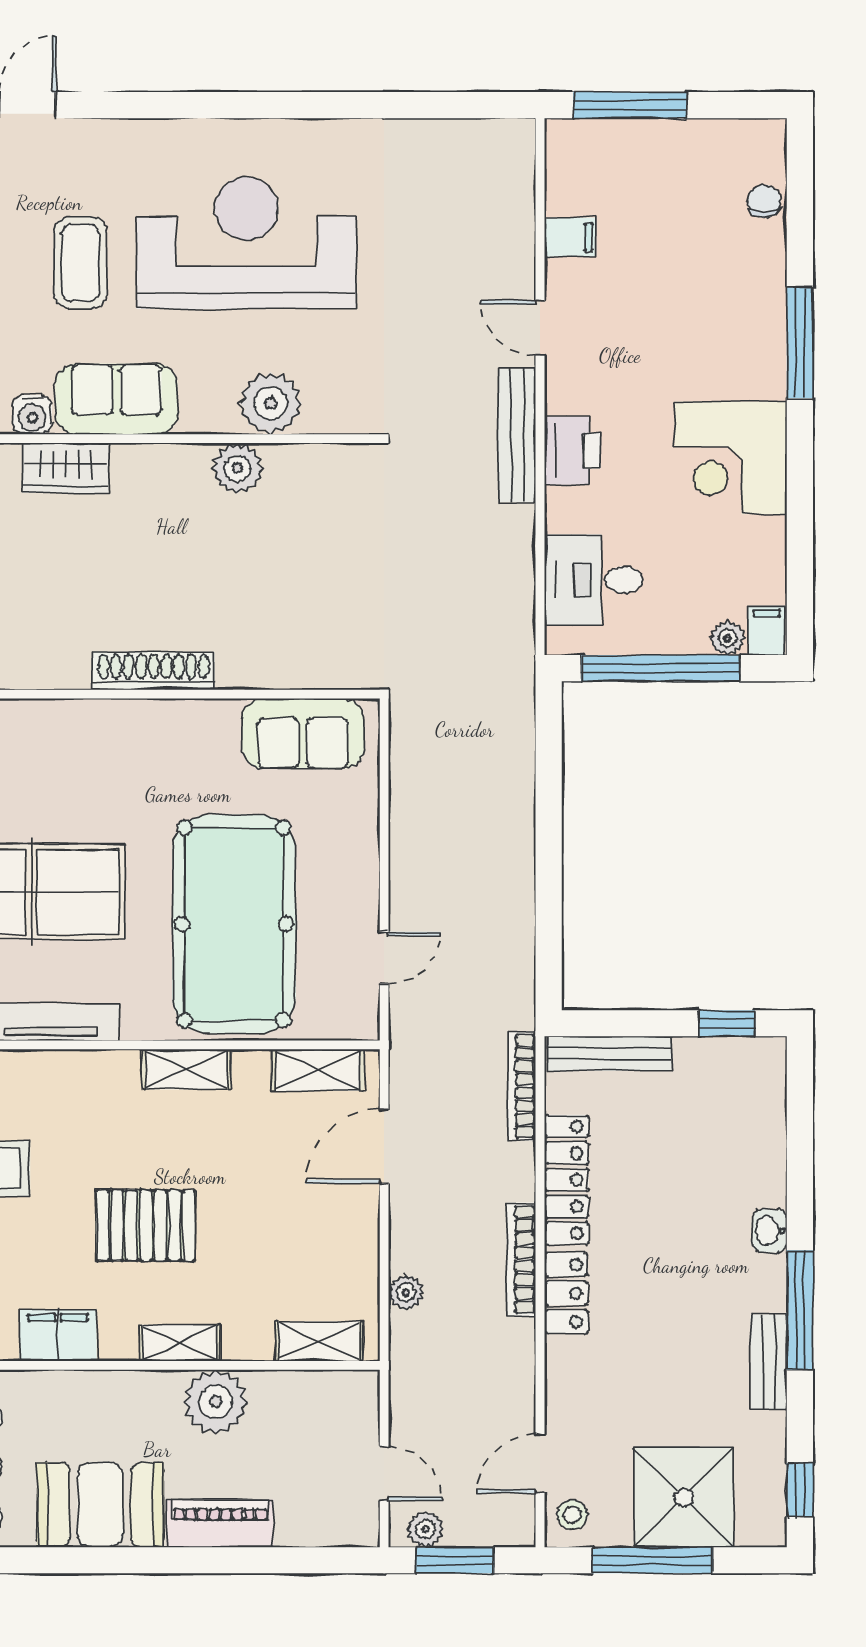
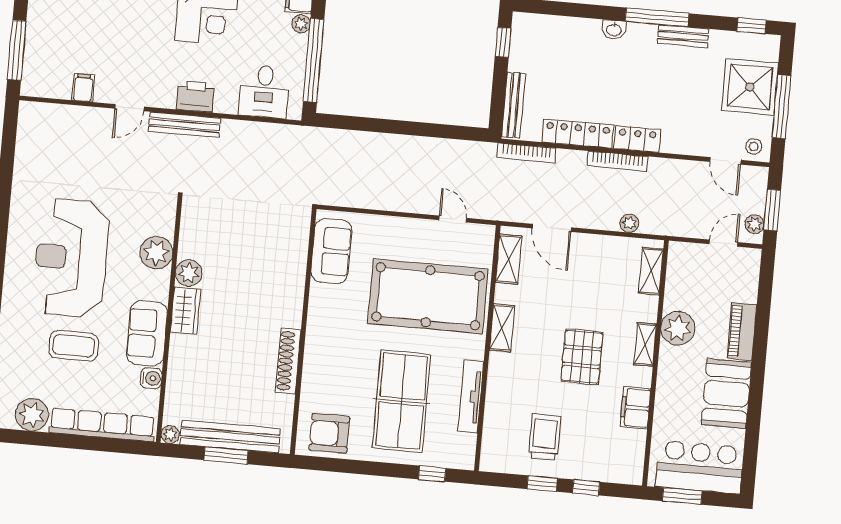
wardrobe: (66, 468) -> (185, 311), moved
shoe rack: (154, 671) -> (288, 361), moved

